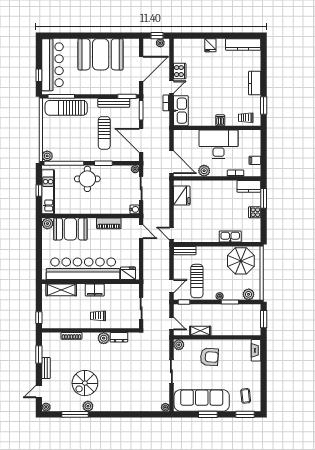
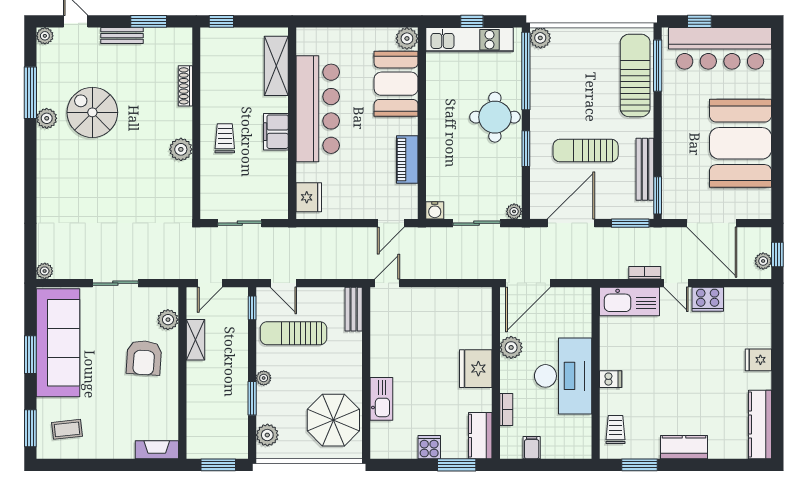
fridge: (182, 196) -> (476, 369), moved, turned 90
bar counter: (83, 269) -> (318, 109), width x0.73
dresser: (119, 337) -> (183, 179), removed
plant: (179, 345) -> (168, 320), moved

